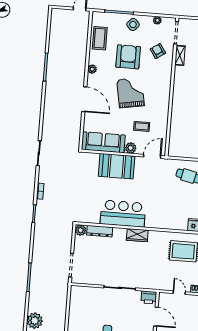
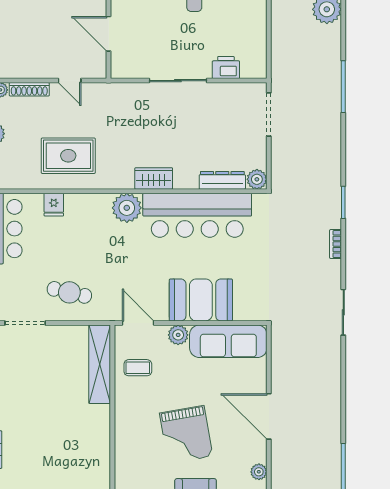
coffee table: (142, 126) -> (138, 368), moved
shelving: (175, 135) -> (100, 364), added
door: (152, 156) -> (138, 323), swing flipped
bar counter: (123, 214) -> (197, 215), width x1.36
plant: (153, 220) -> (127, 208), added
printer: (149, 297) -> (226, 67), moved

